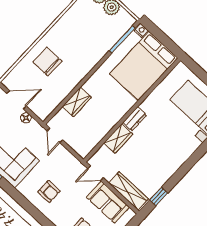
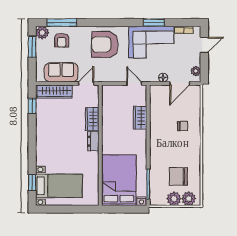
chair: (91, 22) -> (178, 176), added
chair: (47, 62) -> (183, 126), width x0.54, depth x0.54
armchair: (49, 191) -> (105, 44), width x1.88, depth x1.88

